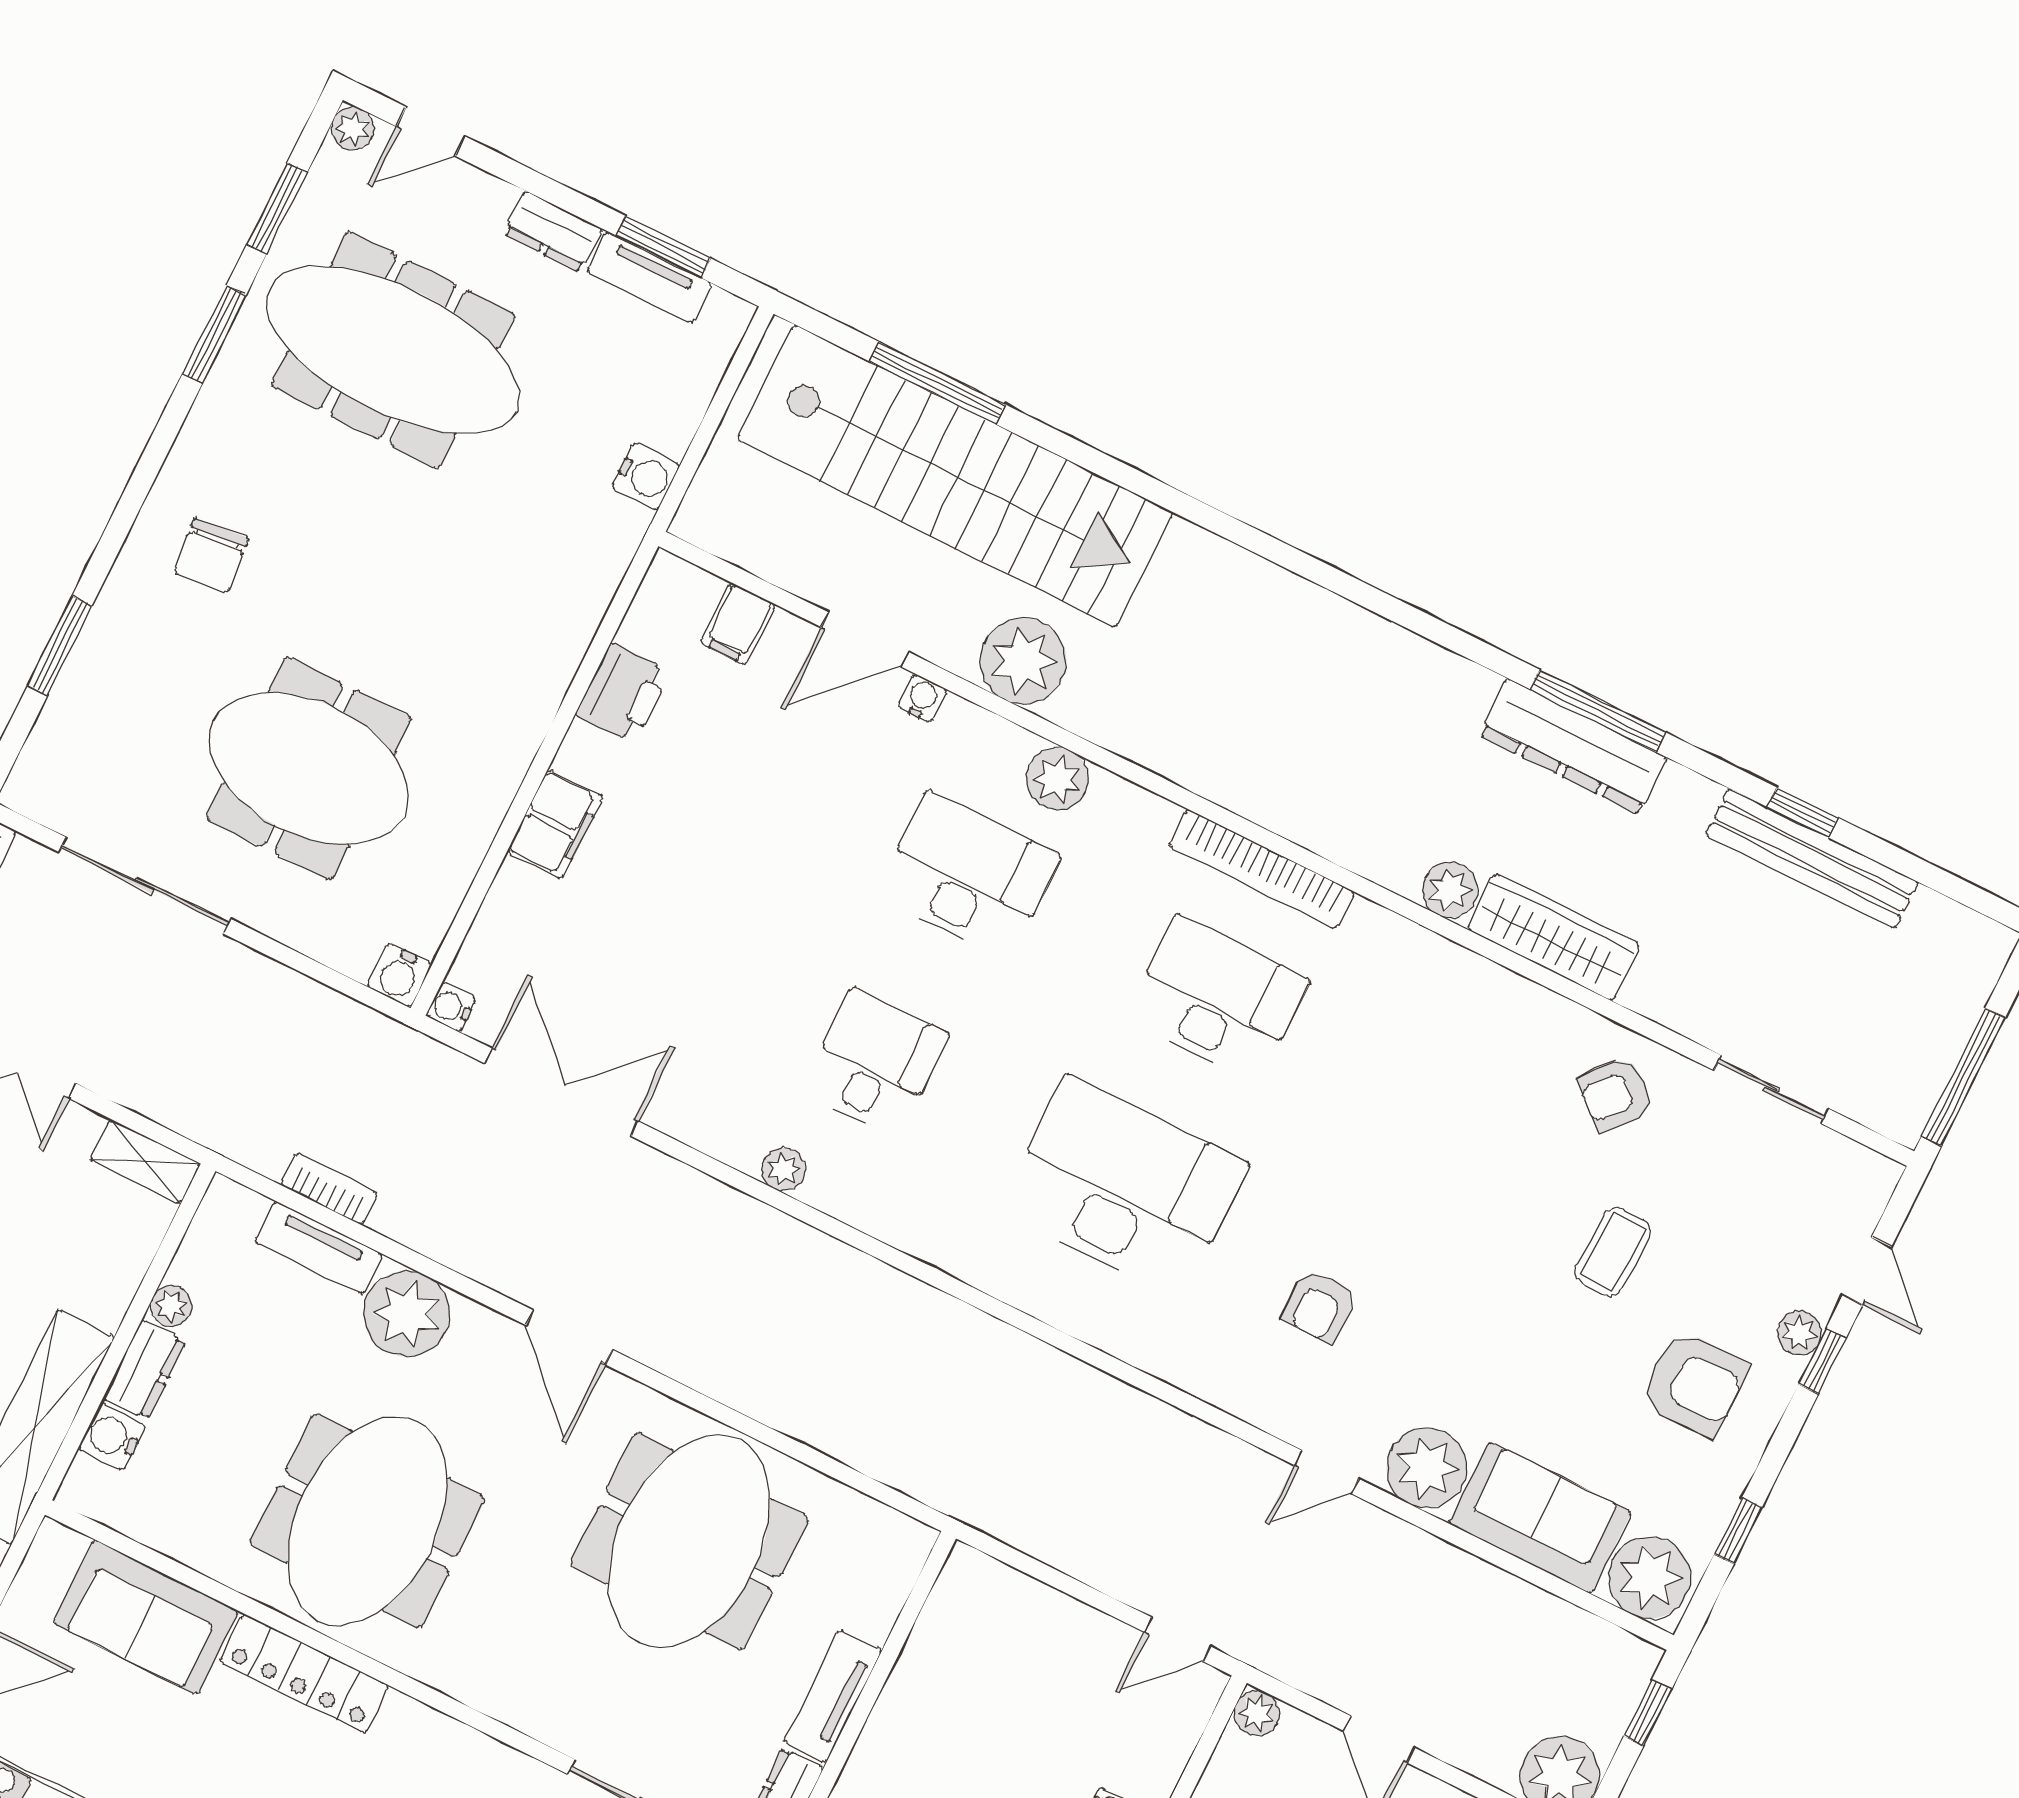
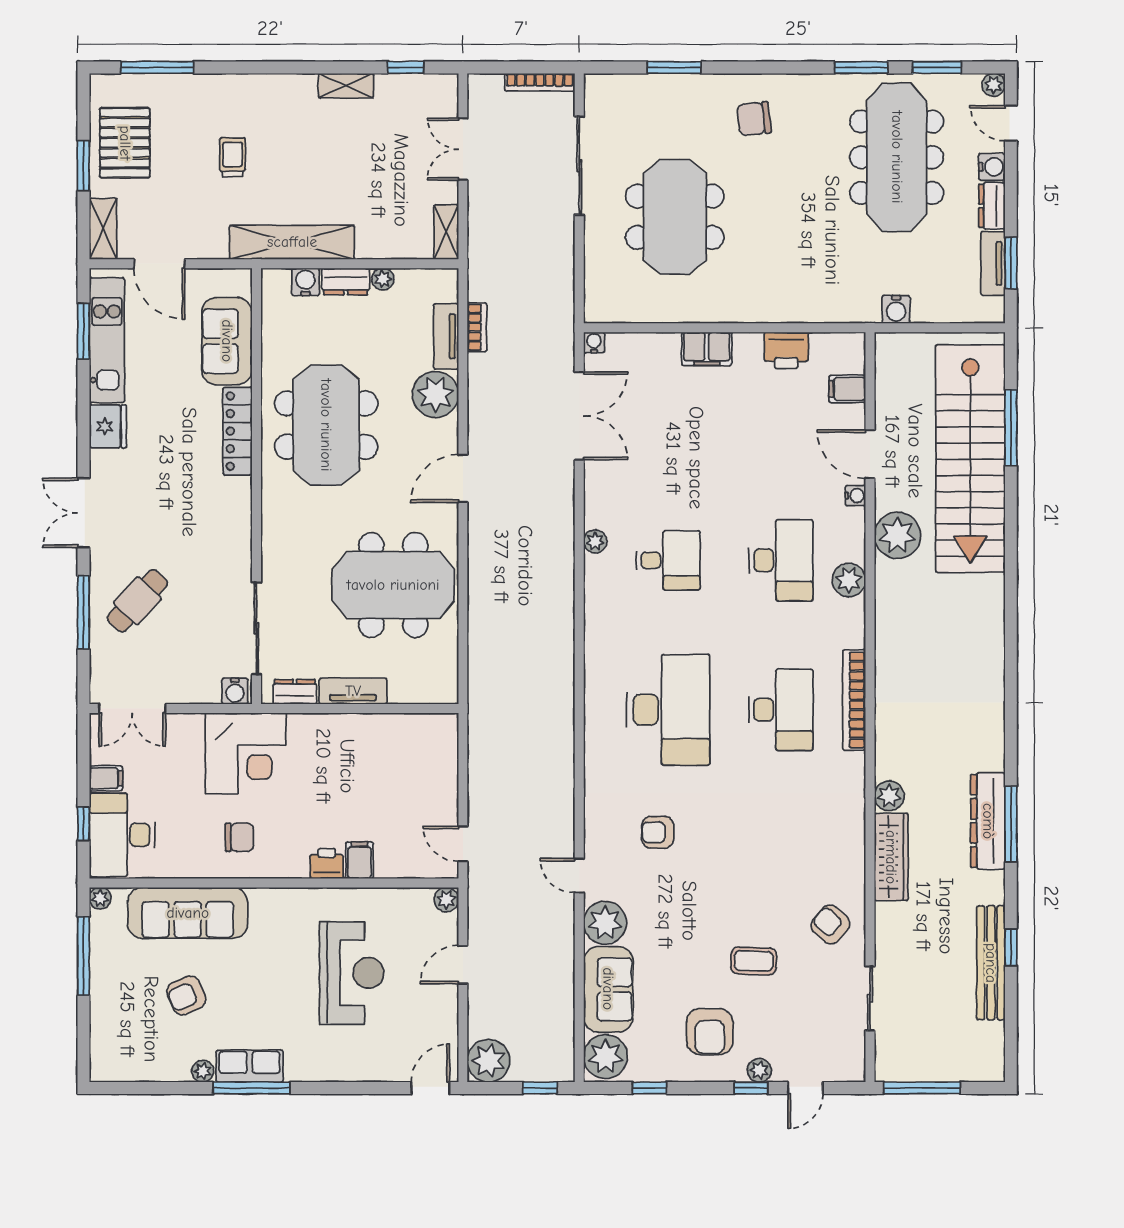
water cooler: (400, 975) -> (992, 167), moved, turned 180
meeting table: (367, 1521) -> (326, 425), turned 90

